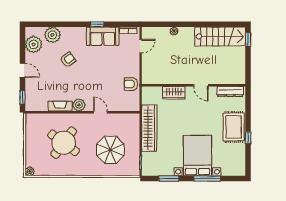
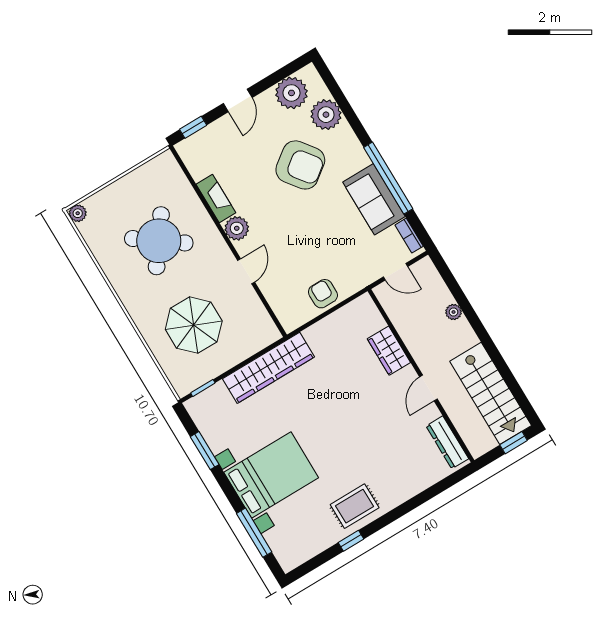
window: (97, 24) -> (388, 178), width x3.17
armchair: (68, 60) -> (300, 165), width x1.88, depth x1.88
wall: (194, 85) -> (421, 376), moved
door: (201, 85) -> (428, 388), moved
dresser: (230, 91) -> (447, 442), moved
wardrobe: (174, 93) -> (389, 351), moved
rug: (234, 127) -> (355, 506), width x0.73, depth x0.70
window: (207, 179) -> (254, 533), moved

